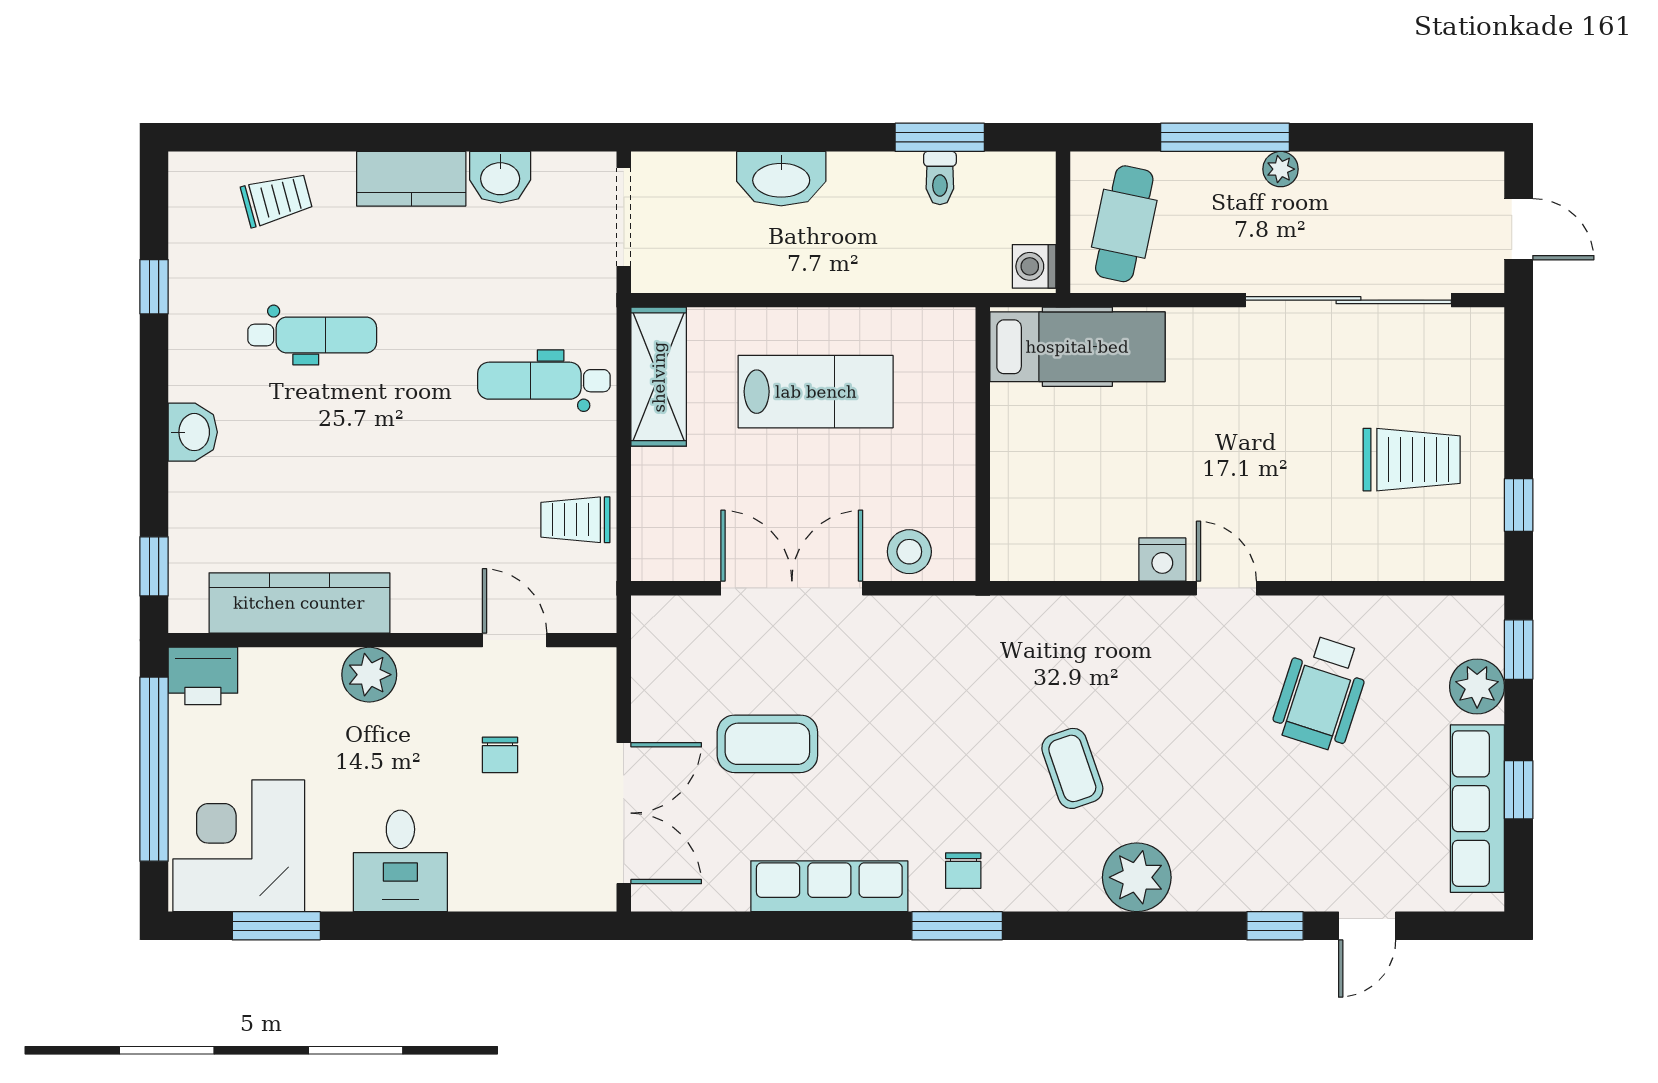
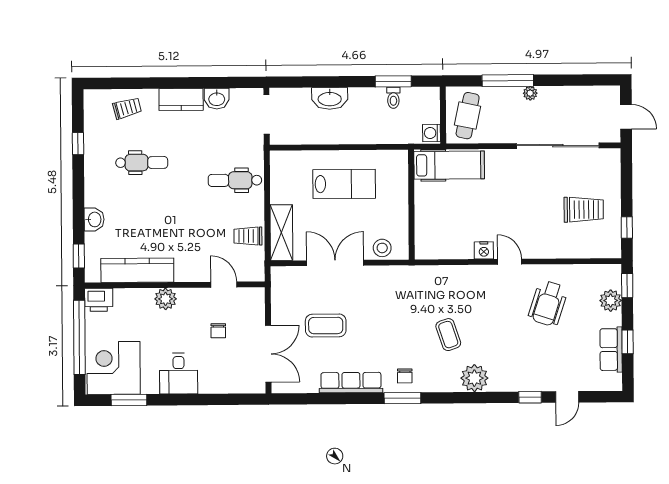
shelving: (659, 377) -> (281, 233), moved
washbasin: (193, 432) -> (94, 219), moved
row of seats: (1477, 809) -> (611, 350), width x0.68

